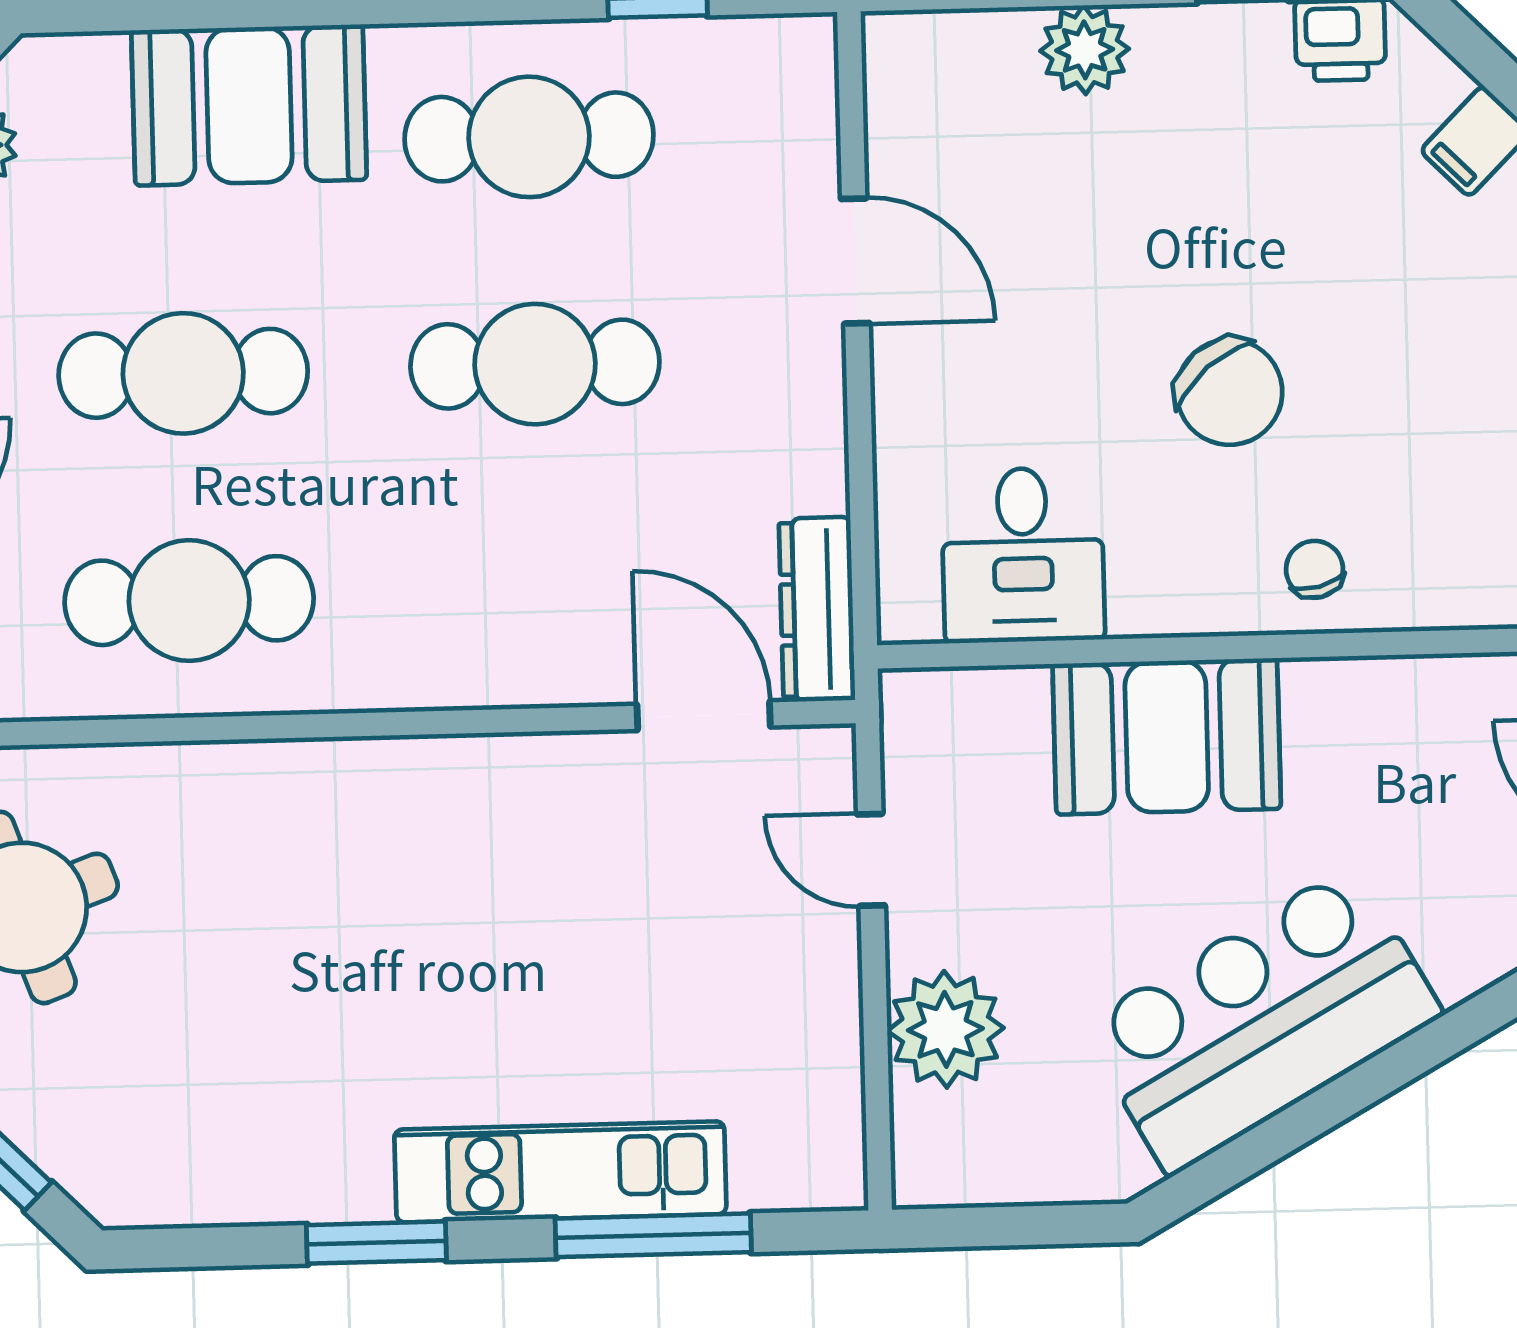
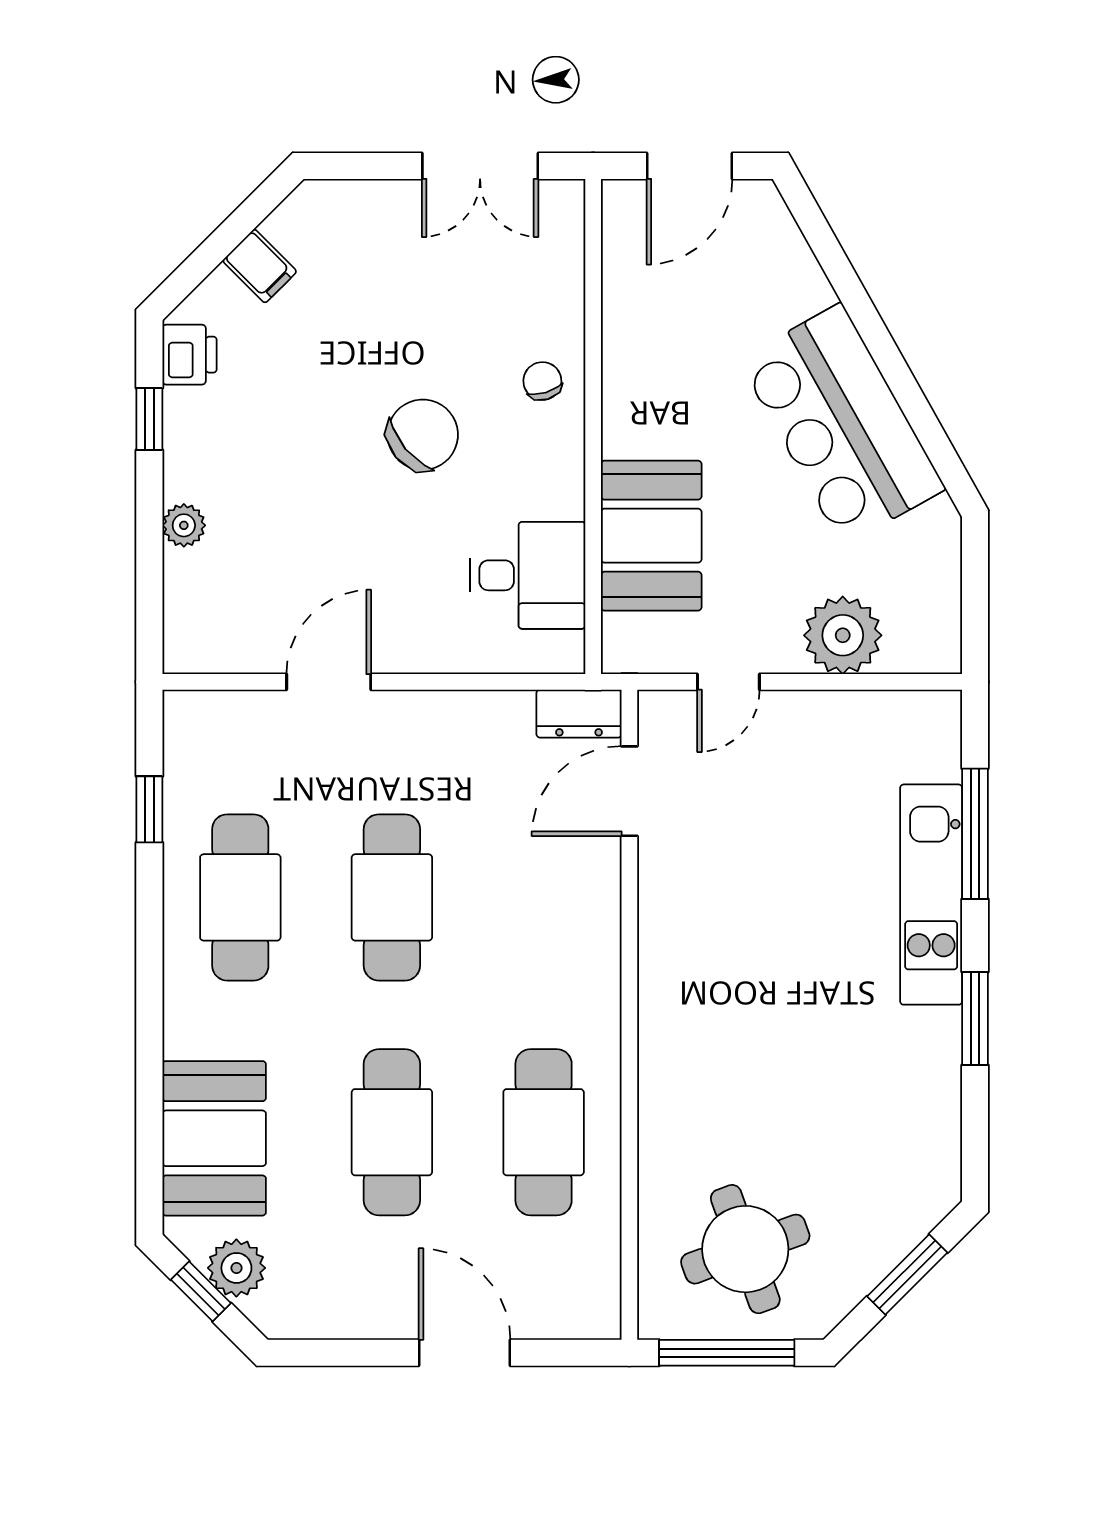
plant: (1085, 50) -> (184, 525), width x0.73, depth x0.73
booth: (249, 105) -> (214, 1138), moved
chair: (1315, 569) -> (542, 381), turned 87
dresser: (817, 609) -> (579, 714), width x0.70
booth: (1167, 736) -> (651, 536), moved

